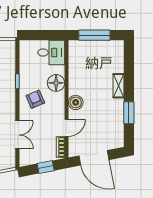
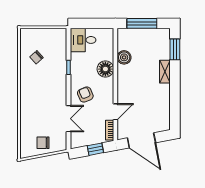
desk: (51, 53) -> (83, 40), moved, turned 180
armchair: (35, 99) -> (85, 95), moved
boiler: (76, 102) -> (124, 57), moved
window: (129, 113) -> (175, 49), moved

